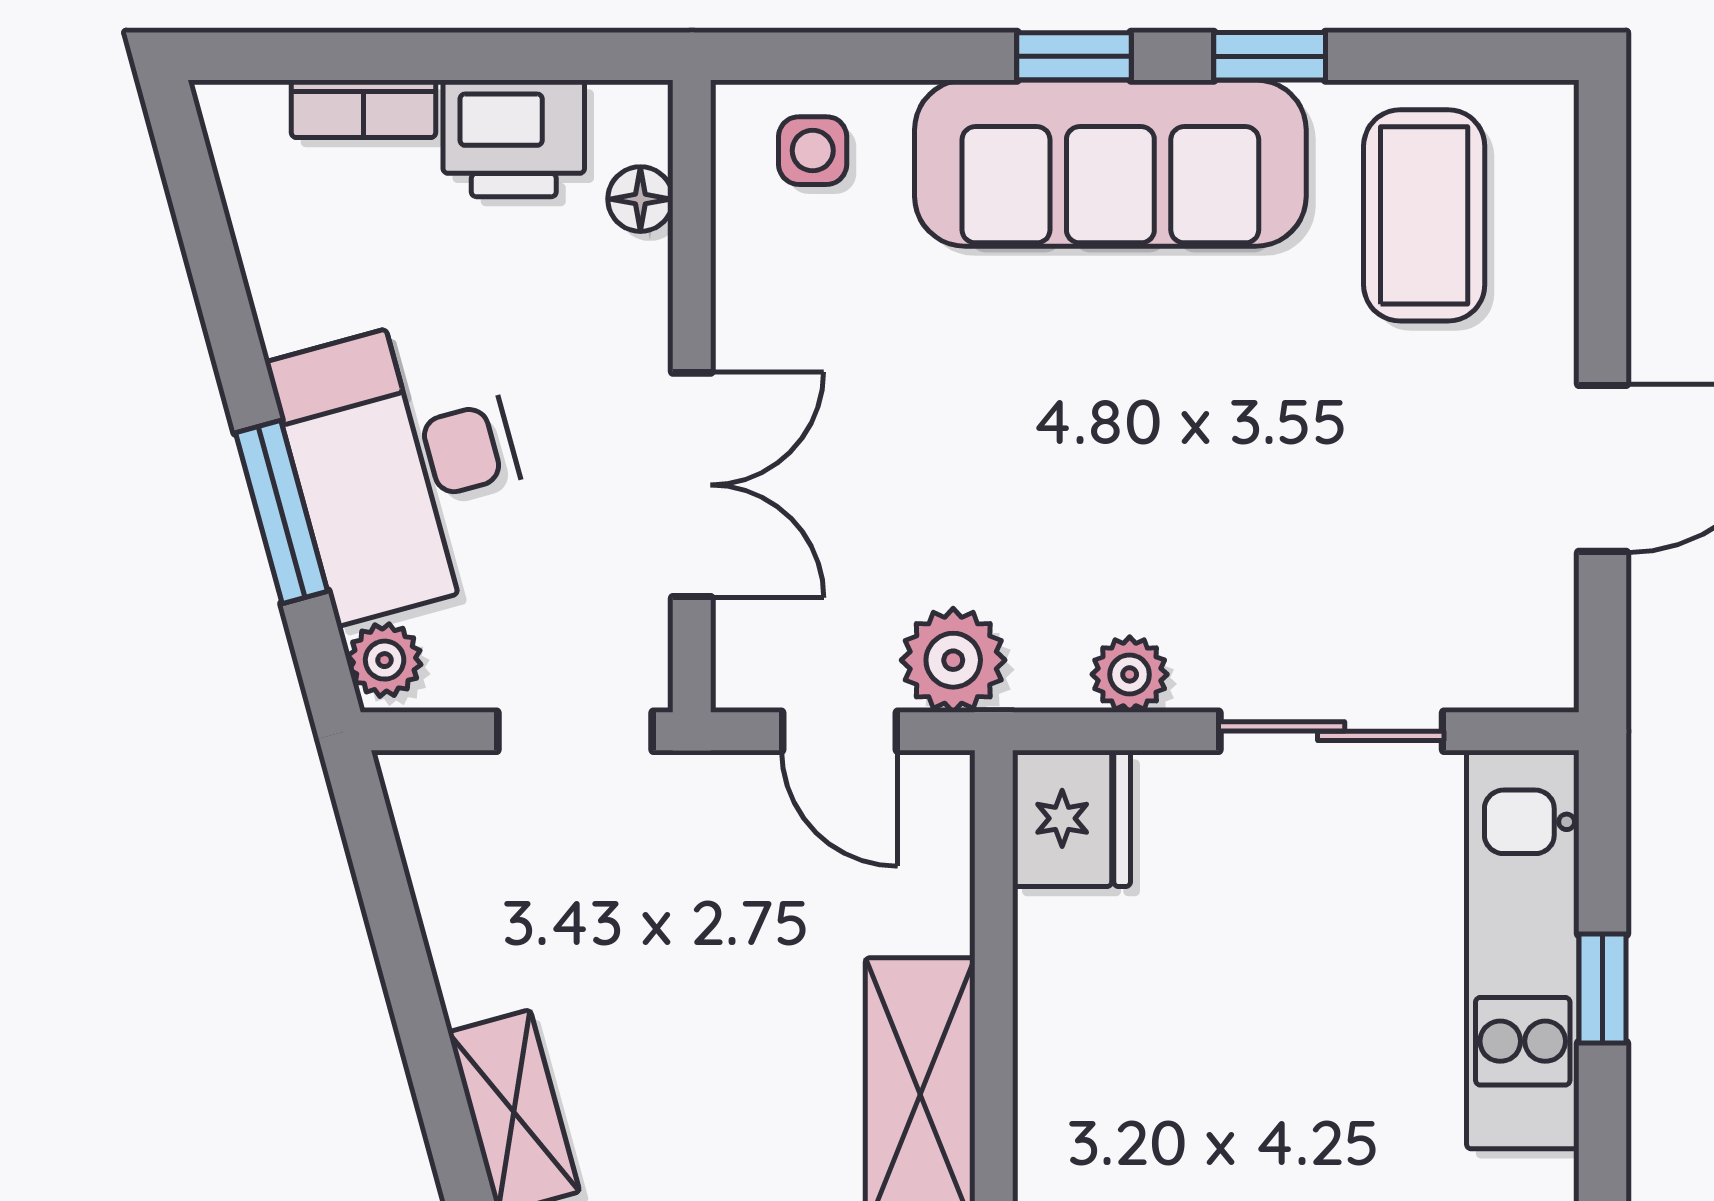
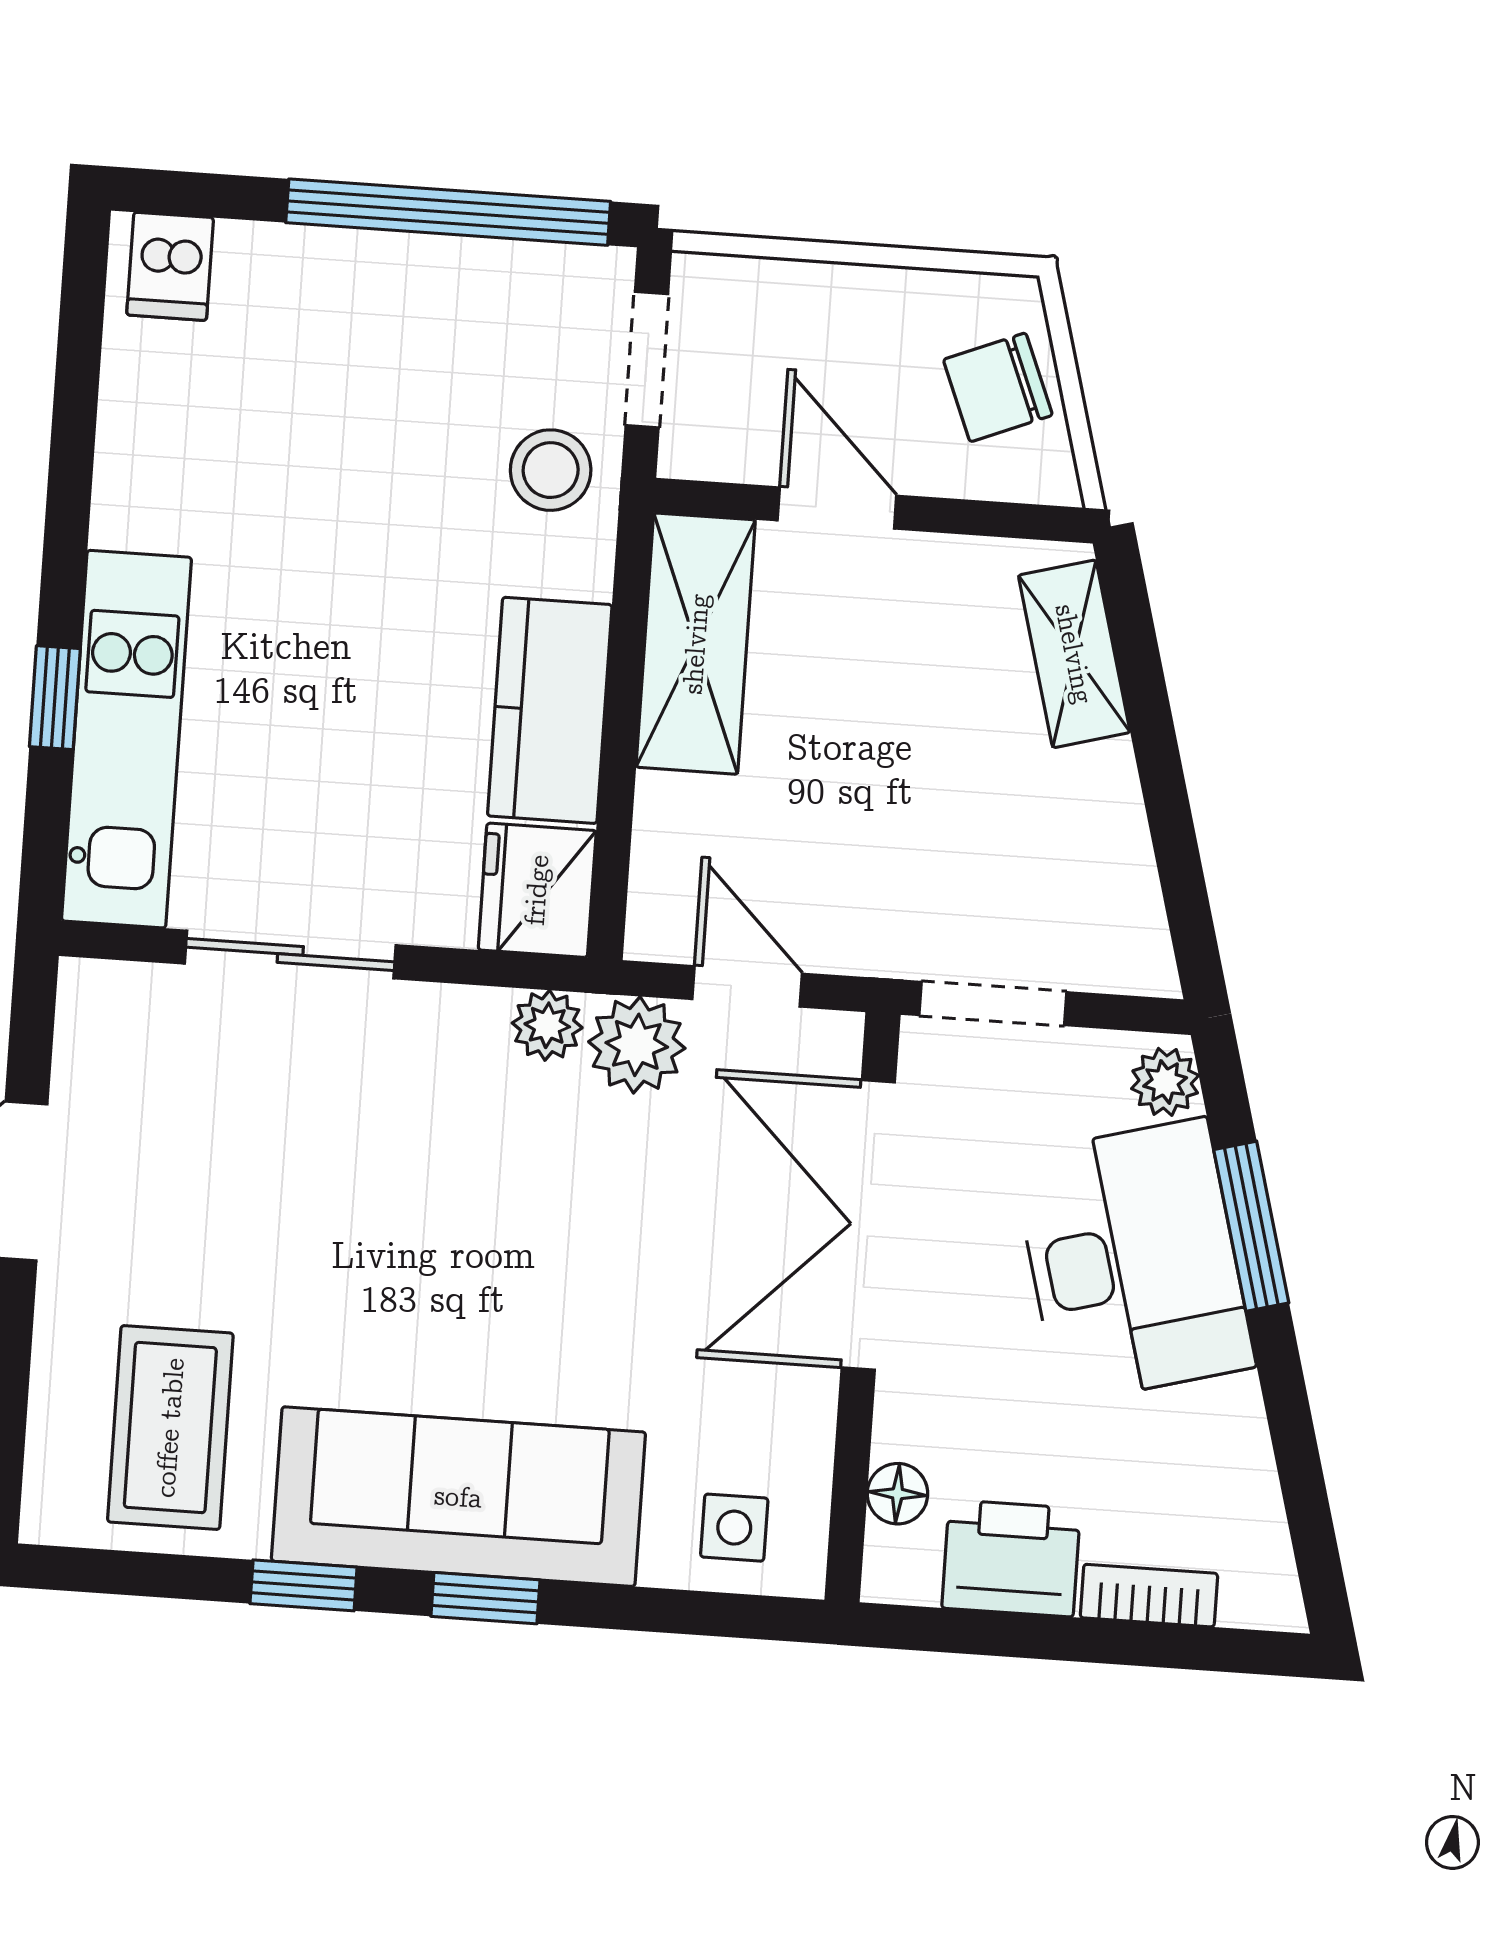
double door: (692, 485) -> (868, 1225), width x1.37
plant: (1130, 674) -> (547, 1025), moved
kitchen counter: (1072, 1012) -> (550, 710), added

